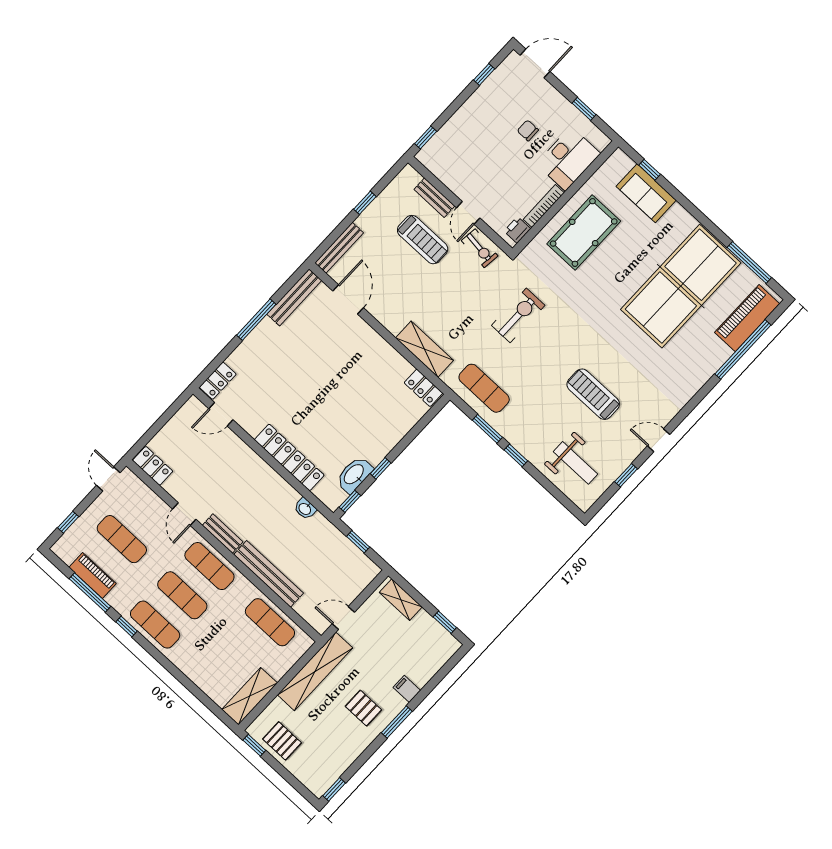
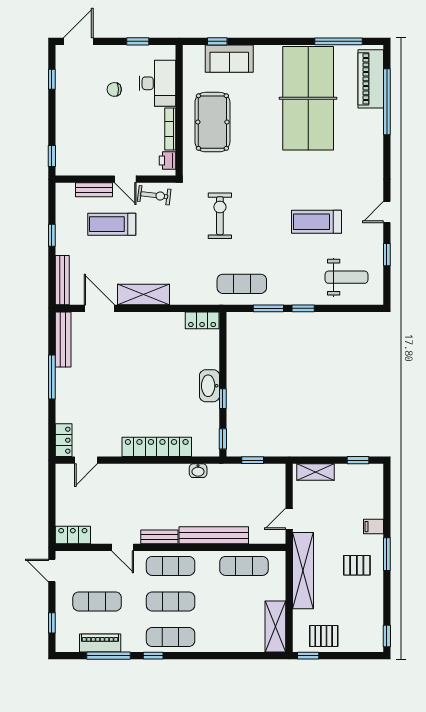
treadmill: (423, 240) -> (112, 224), turned 180
shelving: (424, 349) -> (143, 295), moved
washbasin: (354, 475) -> (210, 386), moved

